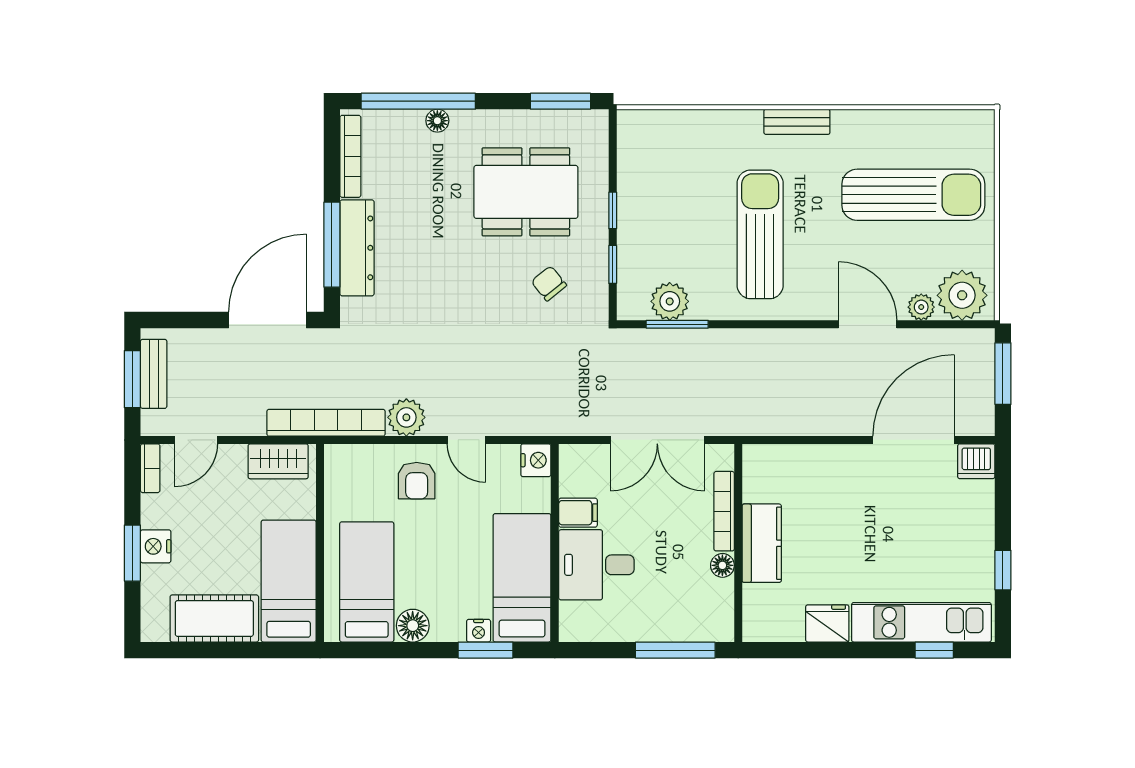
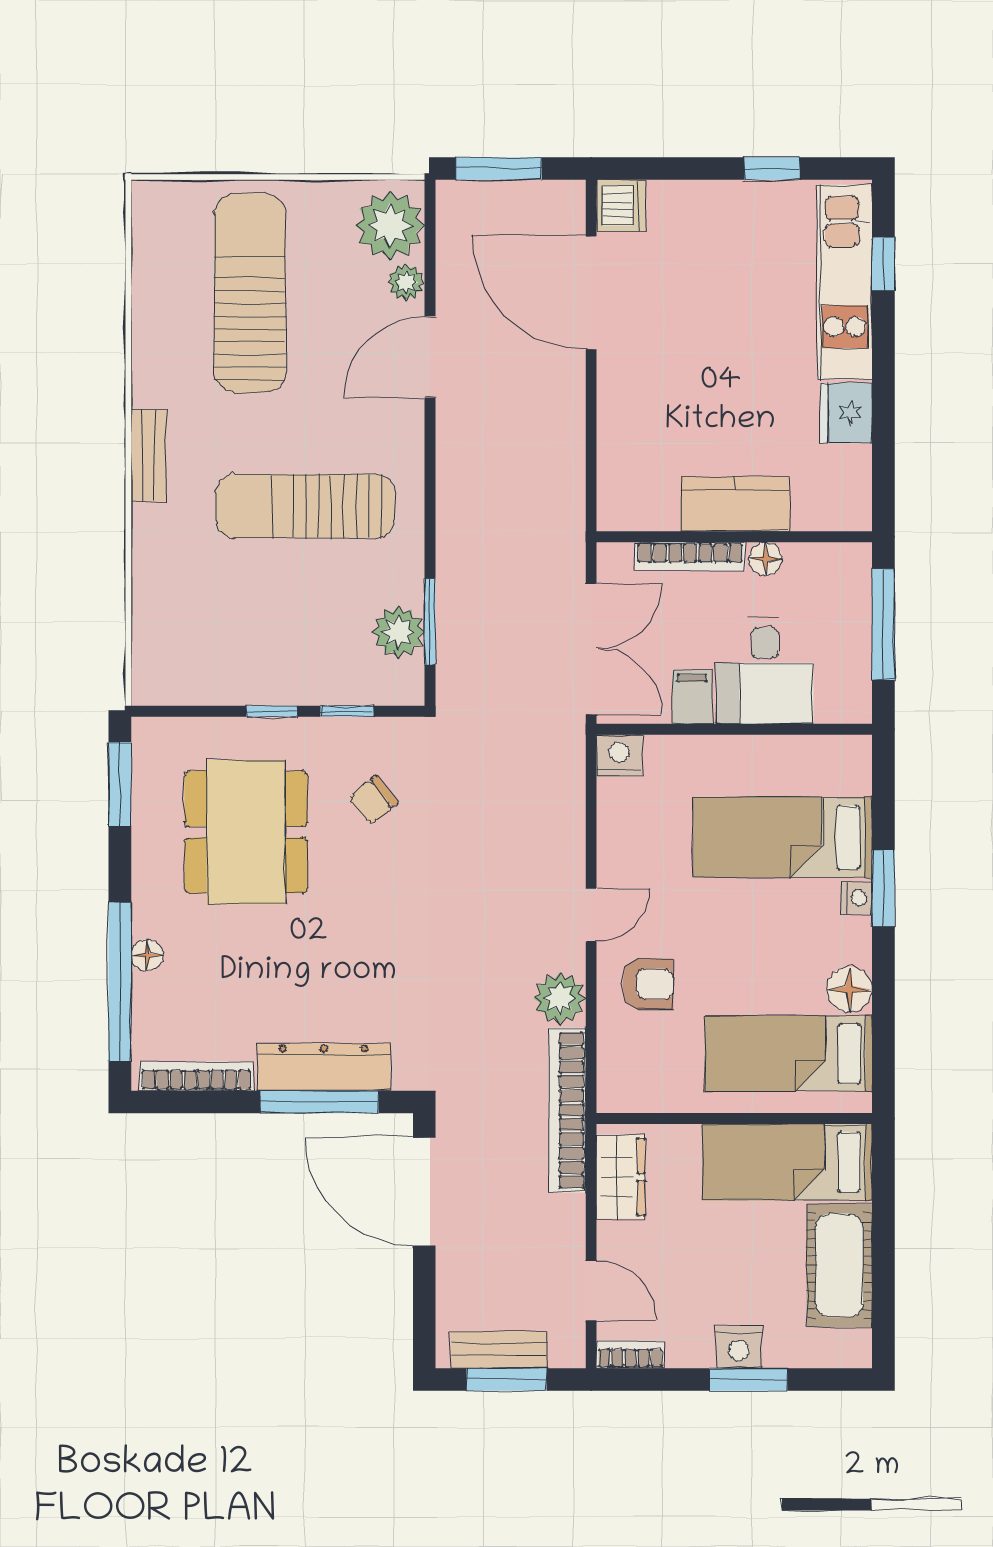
nightstand: (536, 460) -> (619, 756), moved
filing cabinet: (578, 513) -> (692, 697), moved
wall: (555, 543) -> (734, 729), moved
desk: (596, 565) -> (765, 671), moved

